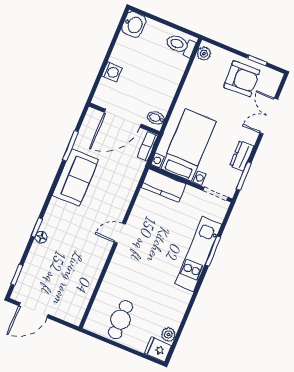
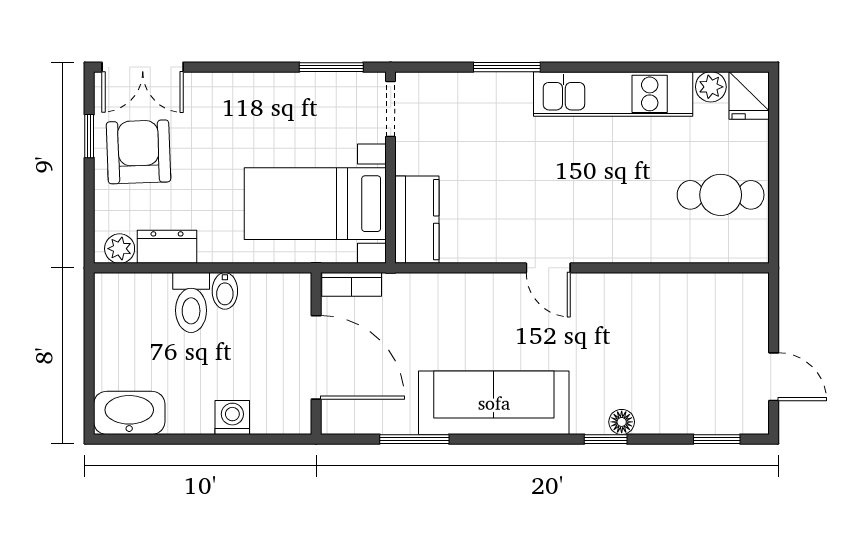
washbasin: (134, 24) -> (129, 413), width x1.38
toilet: (180, 45) -> (191, 302), moved
double door: (269, 116) -> (143, 67), moved
bidet: (156, 118) -> (225, 291), moved
dresser: (242, 156) -> (167, 247), moved, turned 180
sofa: (75, 178) -> (494, 403), width x1.36
kitchen unit: (198, 254) -> (613, 94), moved
door: (34, 310) -> (774, 377), width x0.73

